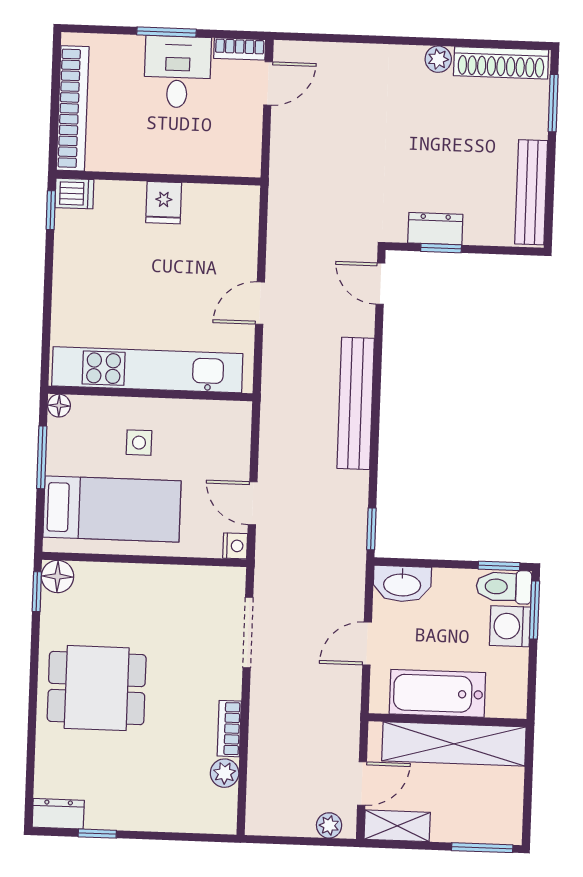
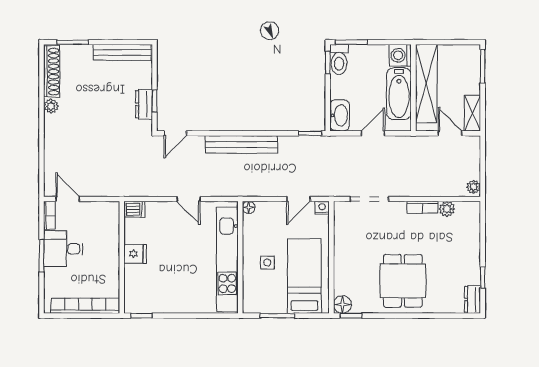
dishwasher: (74, 194) -> (134, 209), moved, turned 90
floor lamp: (59, 406) -> (249, 207), moved
washing machine: (510, 626) -> (400, 55), moved, turned 90
door: (367, 644) -> (373, 133), swing flipped
plant: (329, 825) -> (474, 187), moved

